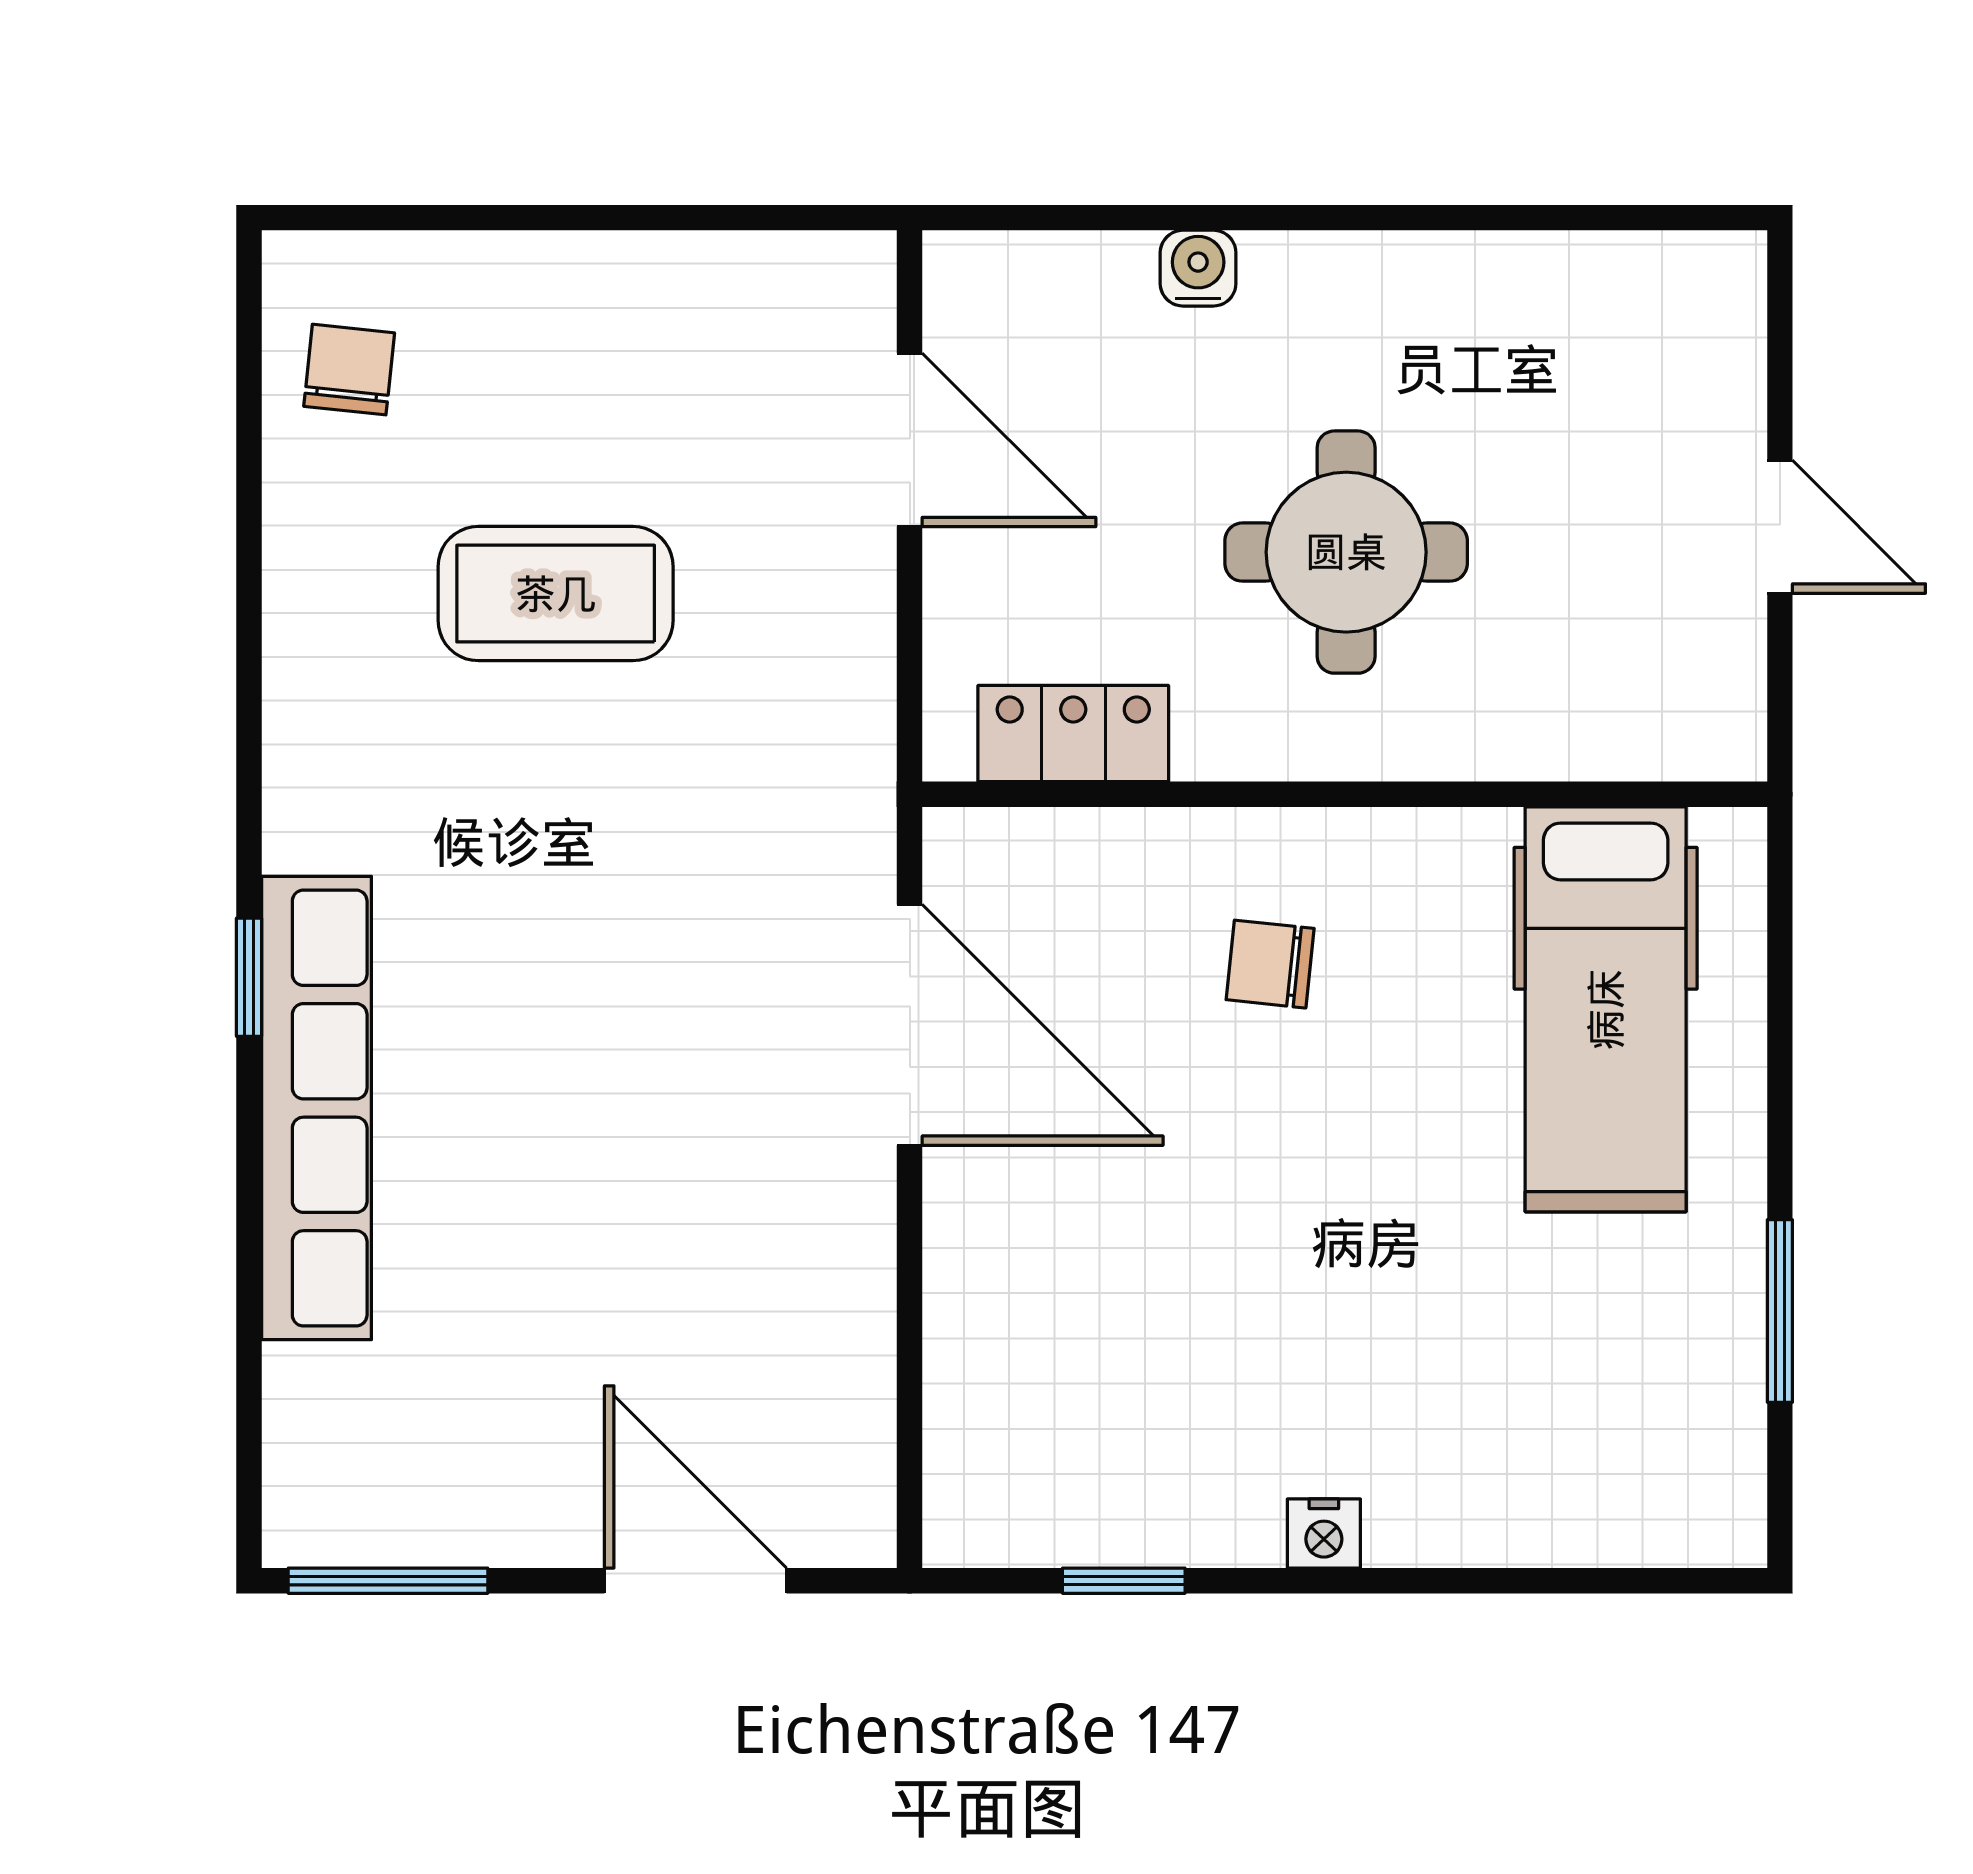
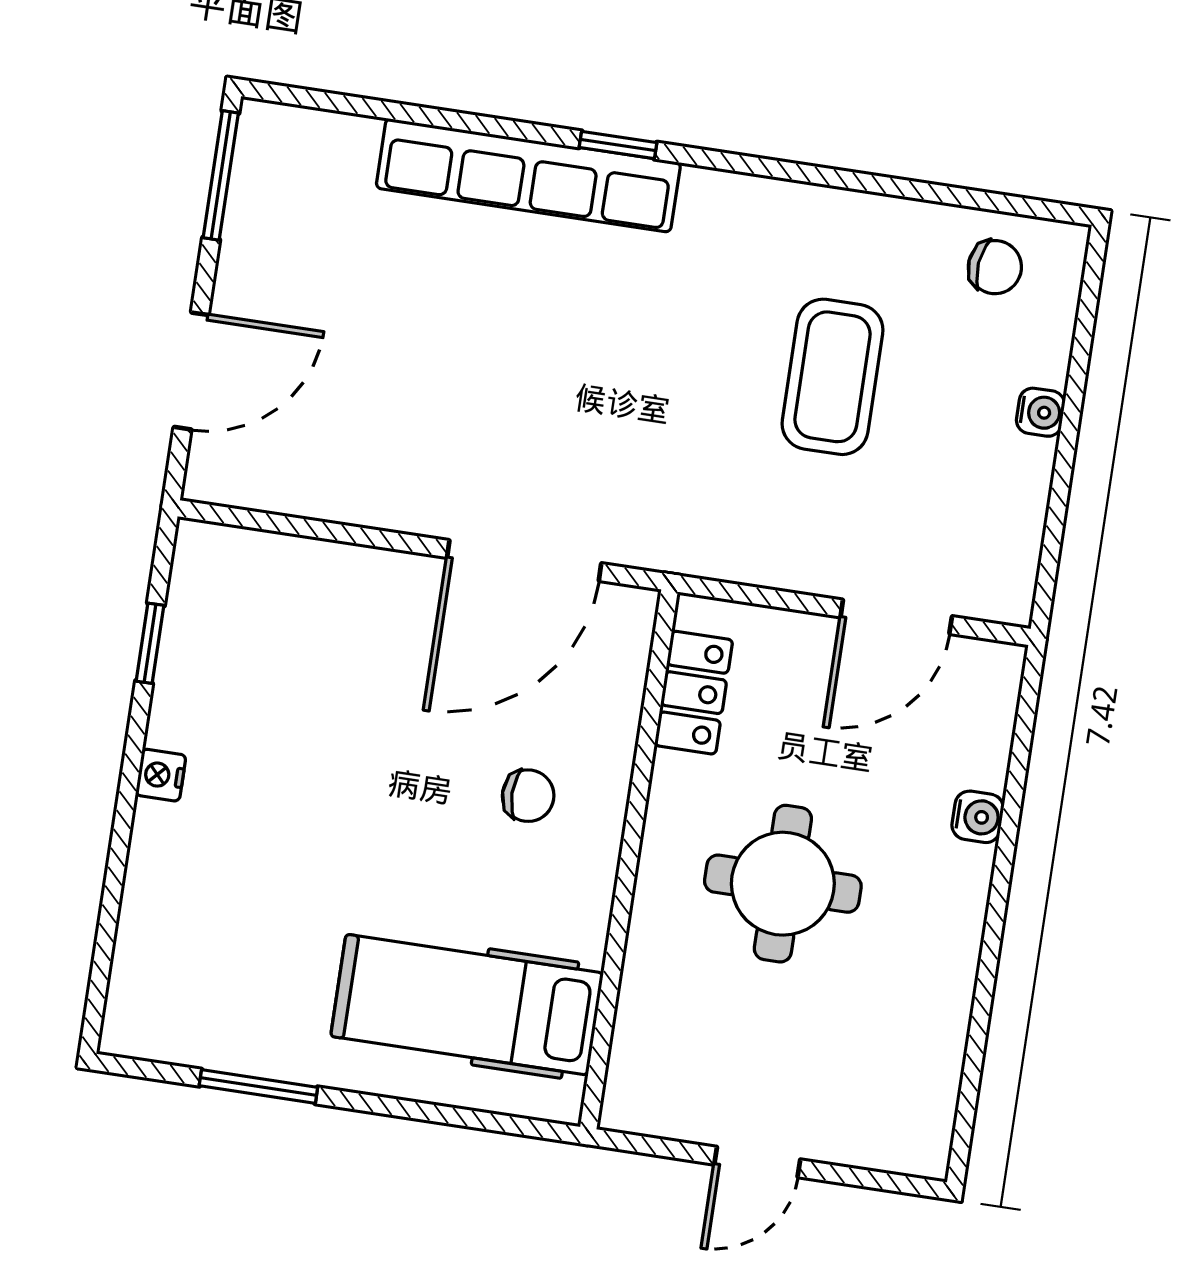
water cooler: (562, 266) -> (1040, 412), added
chair: (1270, 964) -> (528, 796), turned 84

